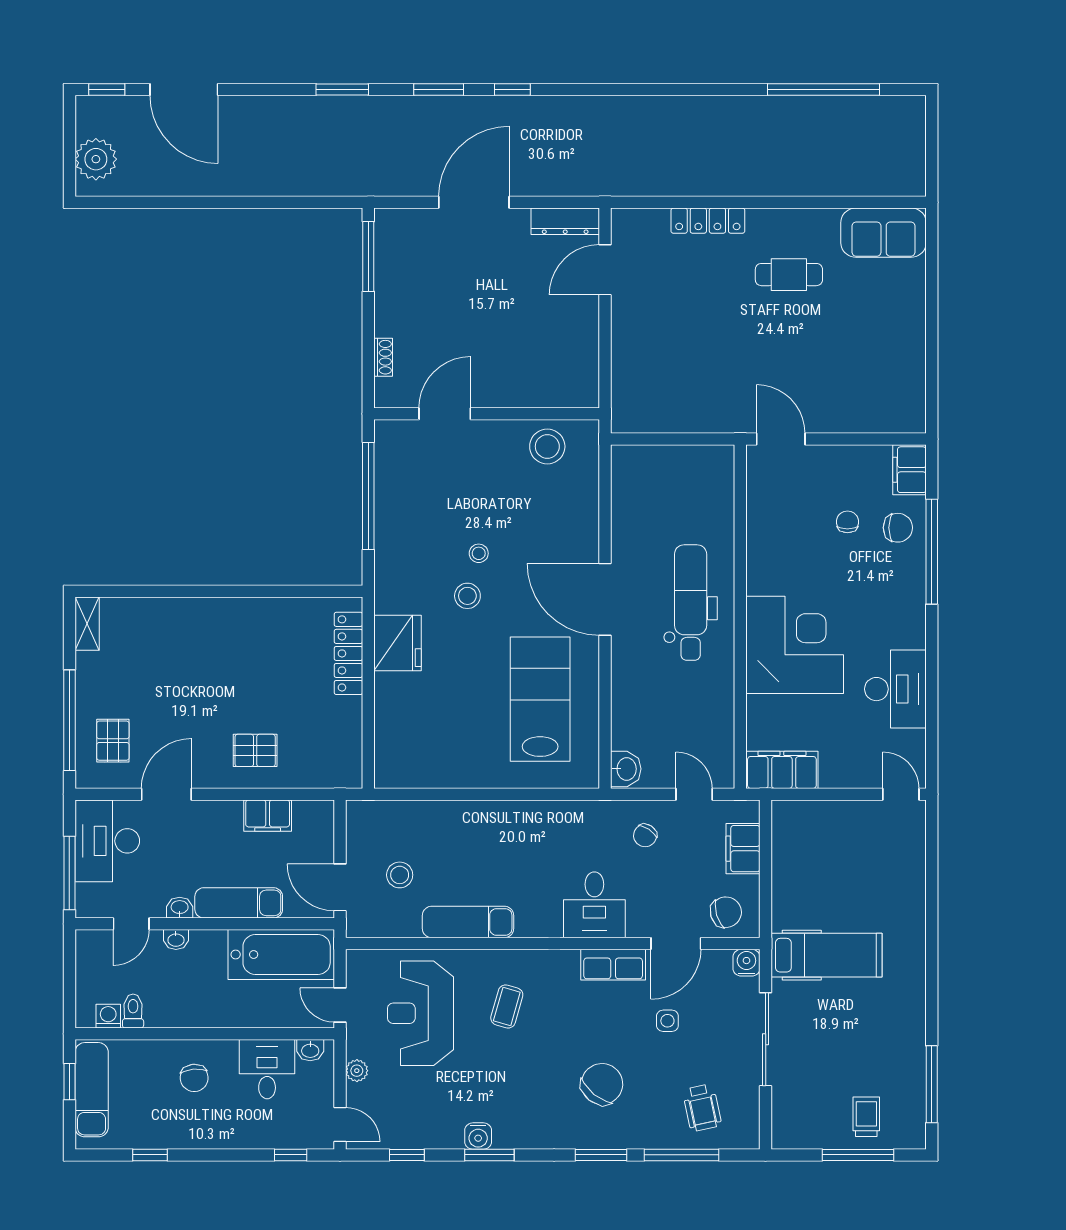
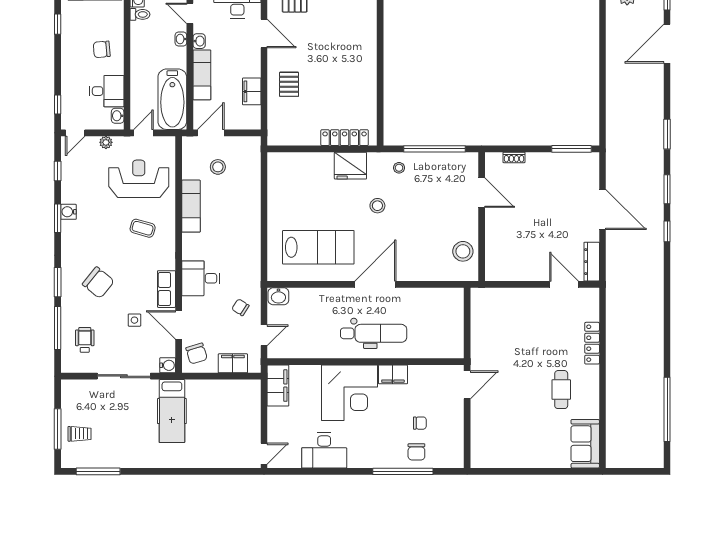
filing cabinet: (910, 470) -> (393, 374), moved, turned 180
stool: (479, 553) -> (399, 168), moved
wheelchair: (702, 1108) -> (85, 340), turned 102

